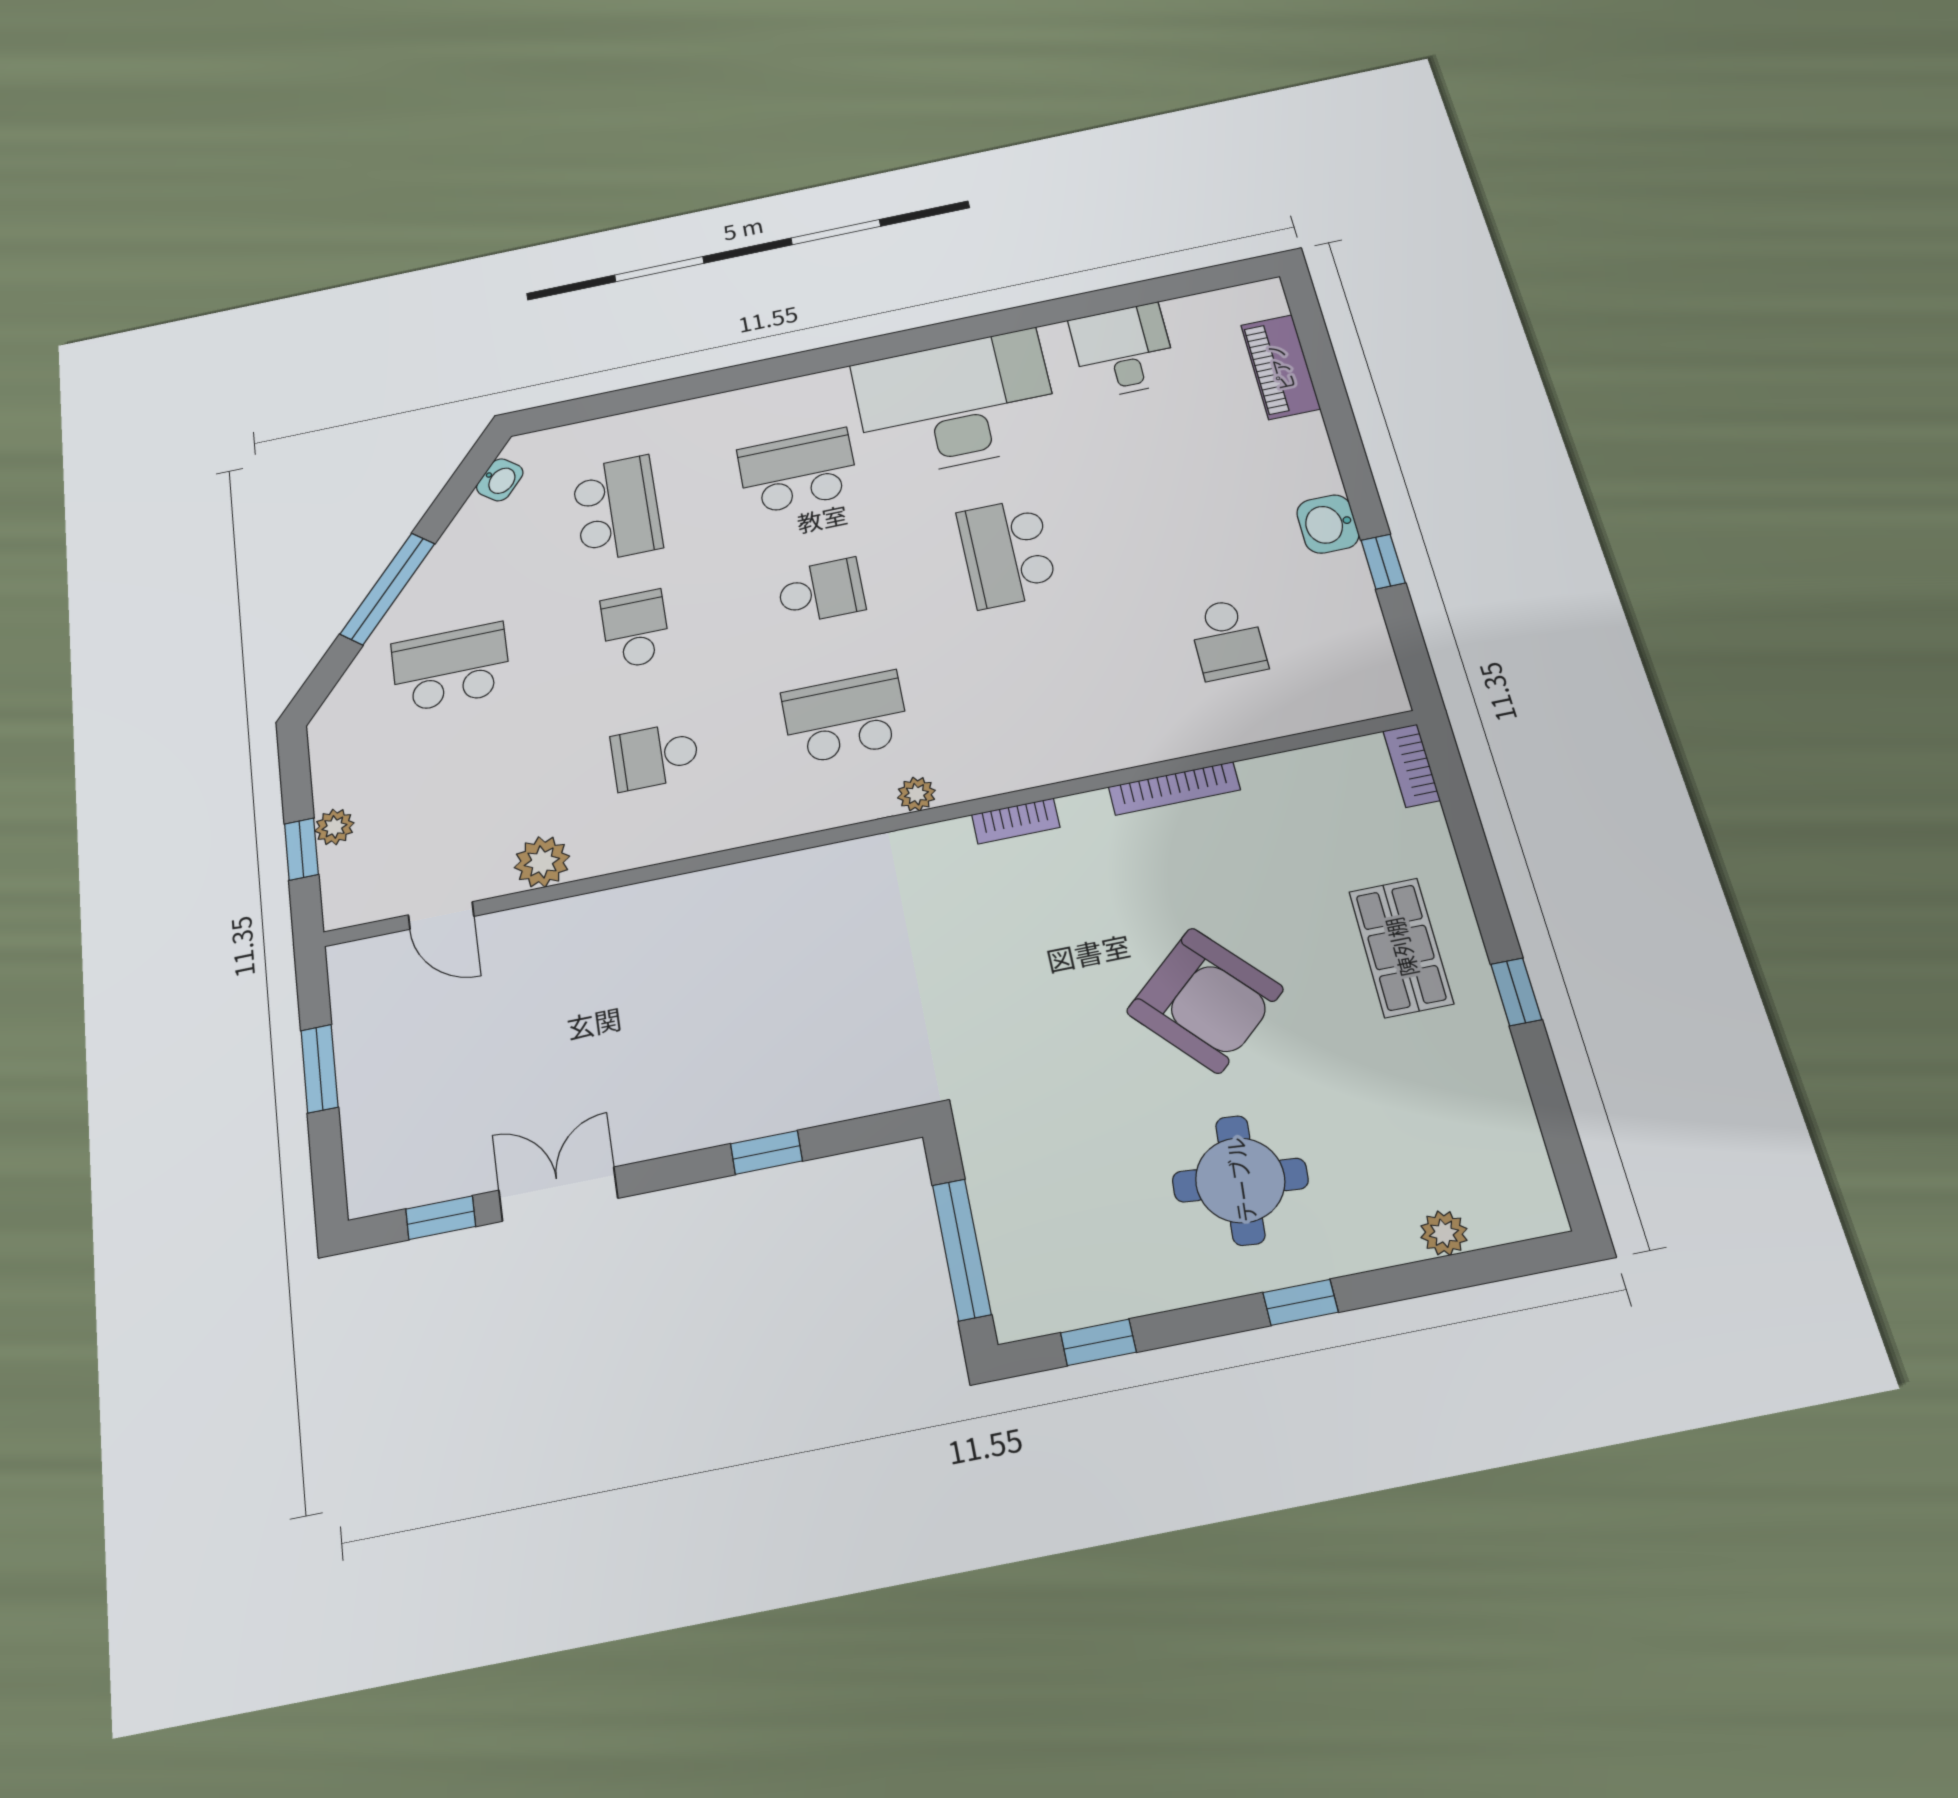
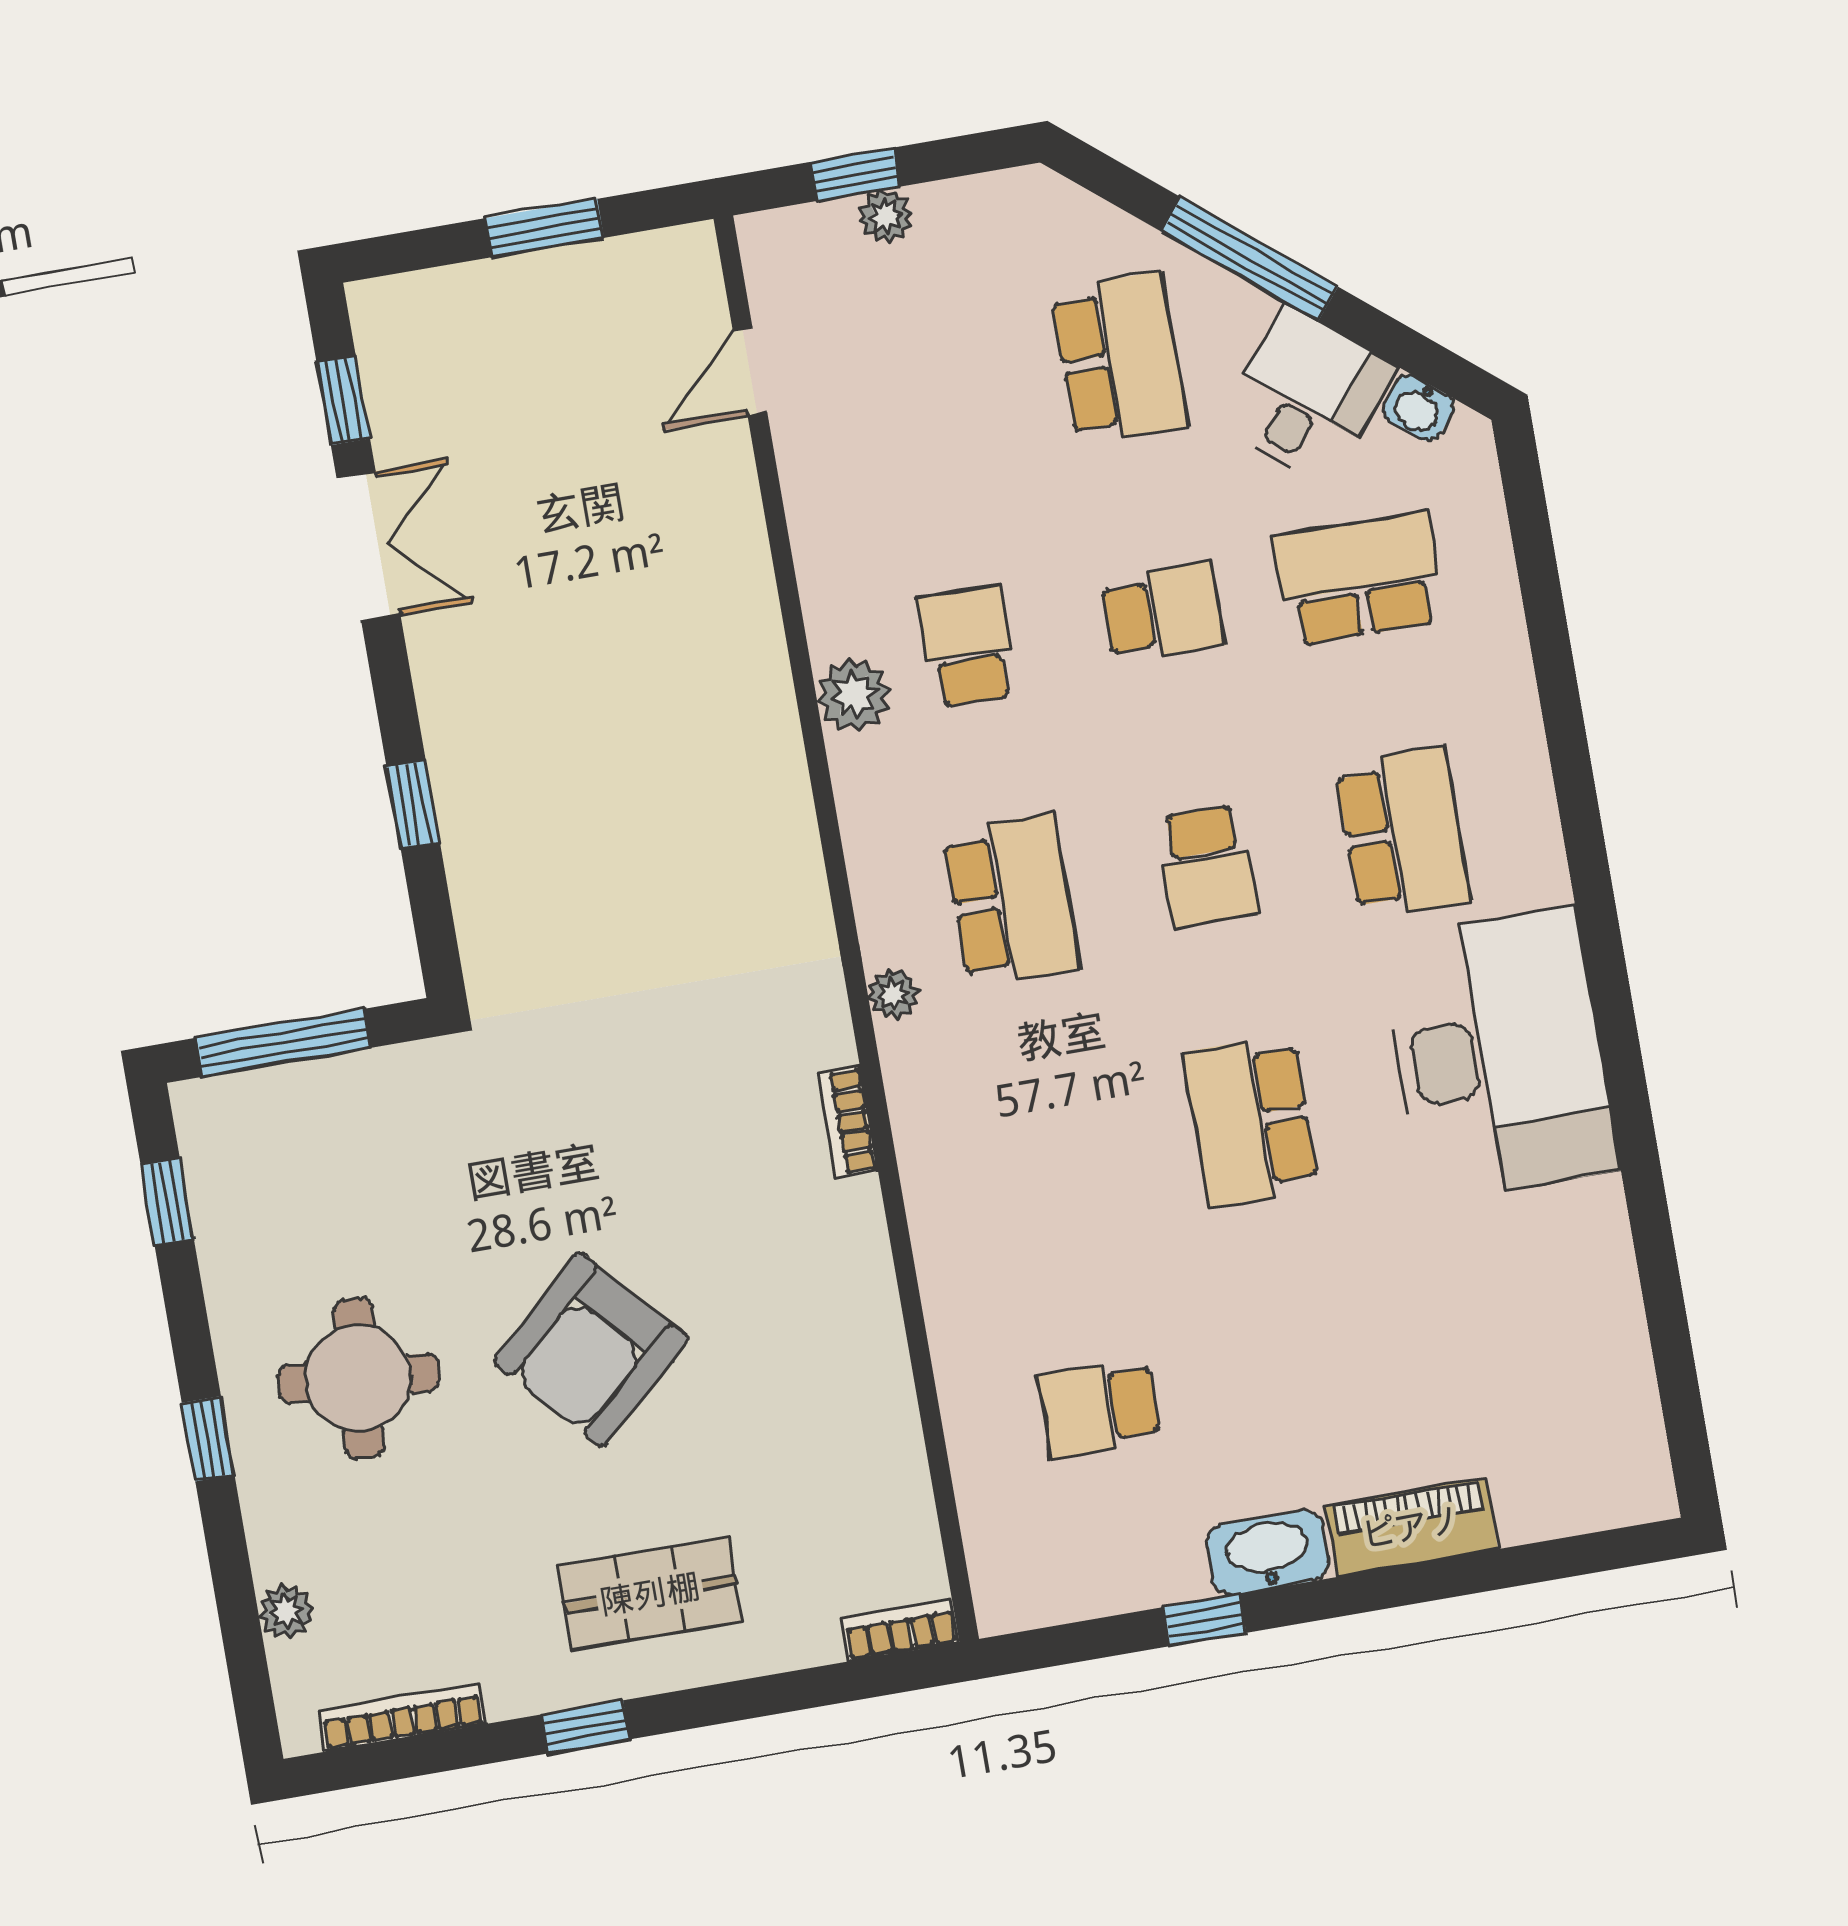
desk: (1123, 351) -> (1307, 396), moved, turned -51
piano: (1280, 367) -> (1411, 1527), moved
school desk: (617, 509) -> (1359, 579), turned 180
washbasin: (1328, 524) -> (1268, 1552), width x1.38
school desk: (1007, 553) -> (1251, 1121), turned -90
bookcase: (1174, 788) -> (402, 1717), moved, turned 90
plant: (542, 862) -> (854, 695), moved

